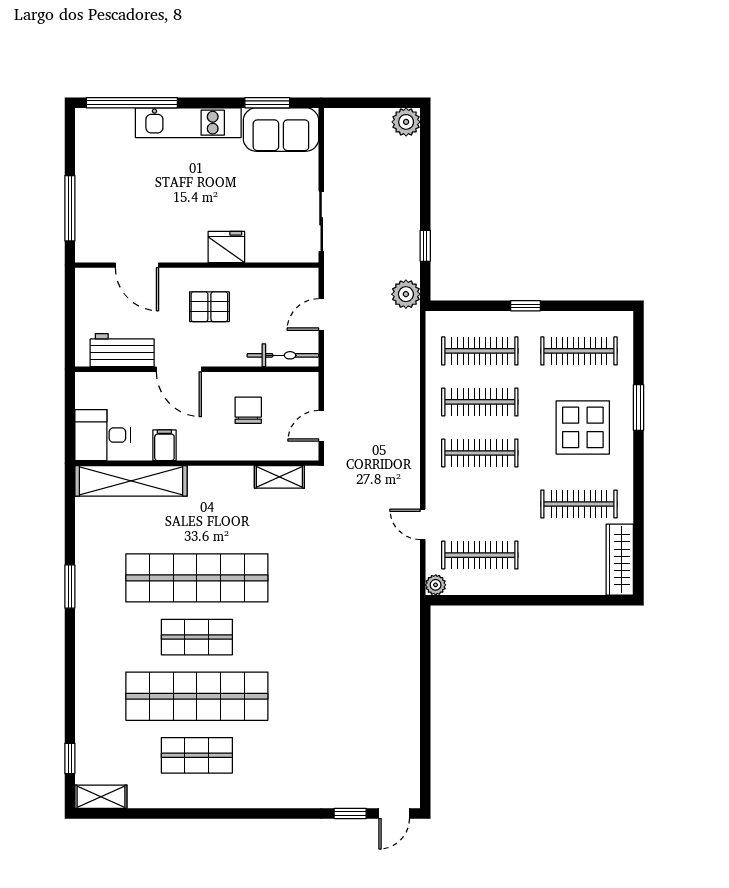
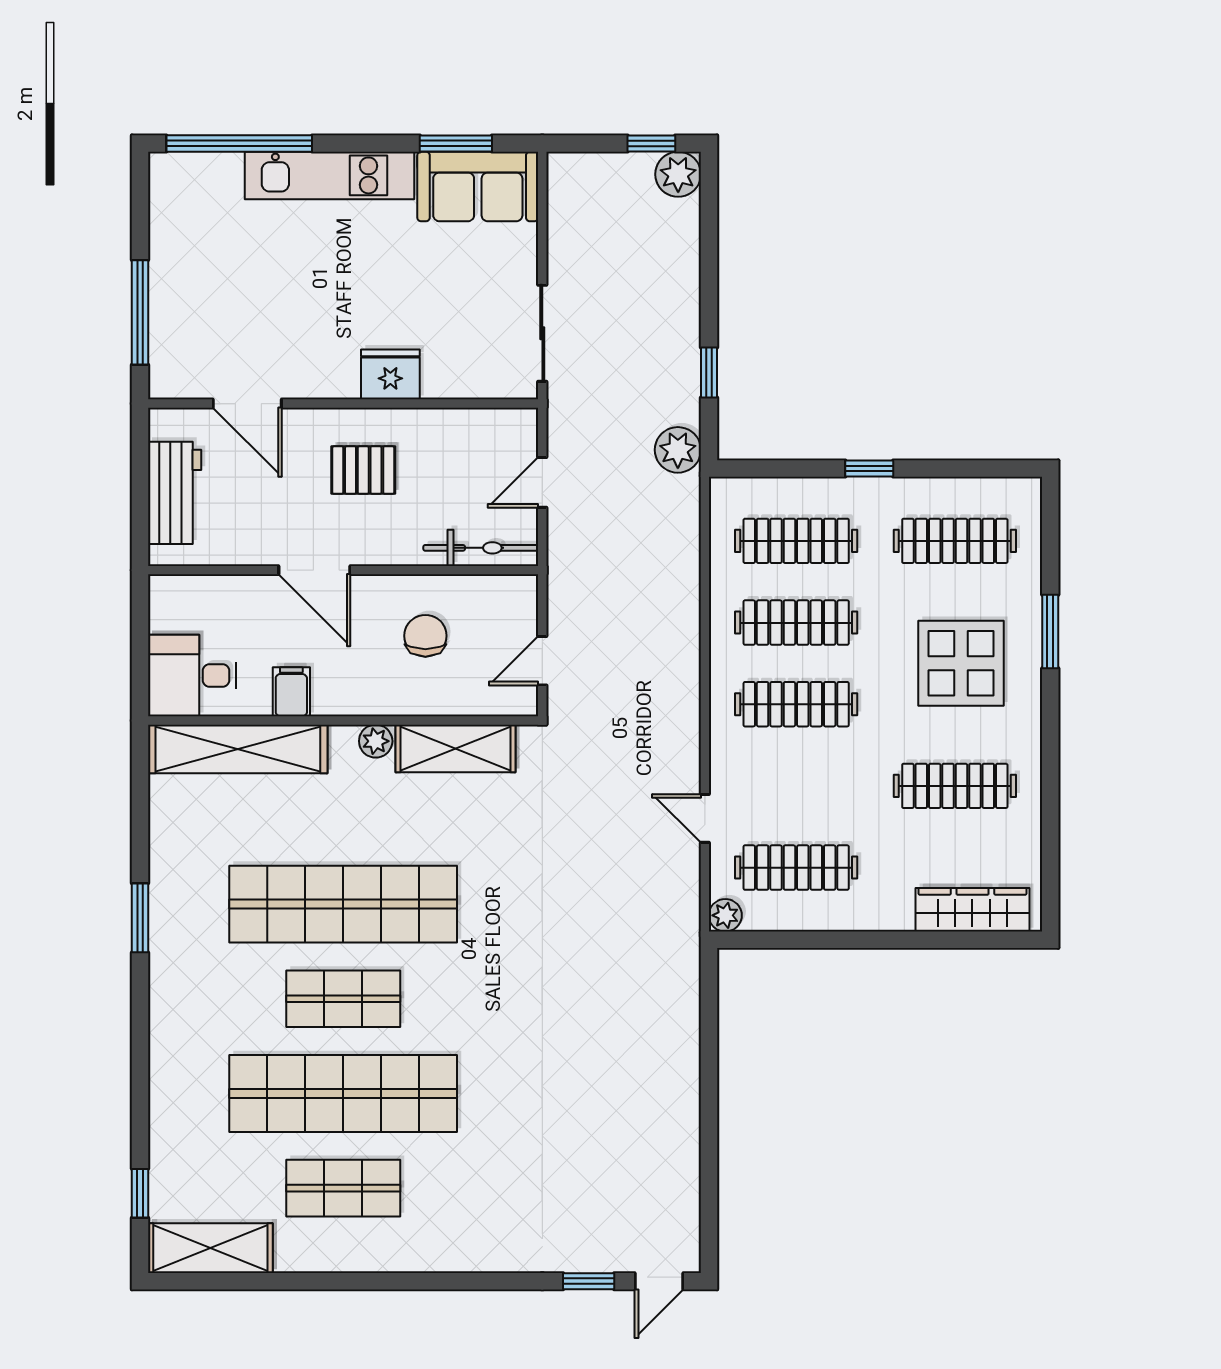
window: (389, 103) -> (651, 143), added
workbench: (122, 350) -> (175, 493), moved, turned 90
plant: (217, 476) -> (376, 741), added
shelving: (279, 477) -> (455, 748), width x1.50, depth x1.33
wardrobe: (620, 560) -> (972, 910), moved, turned 90
shelving: (101, 797) -> (210, 1248), width x1.50, depth x1.33

